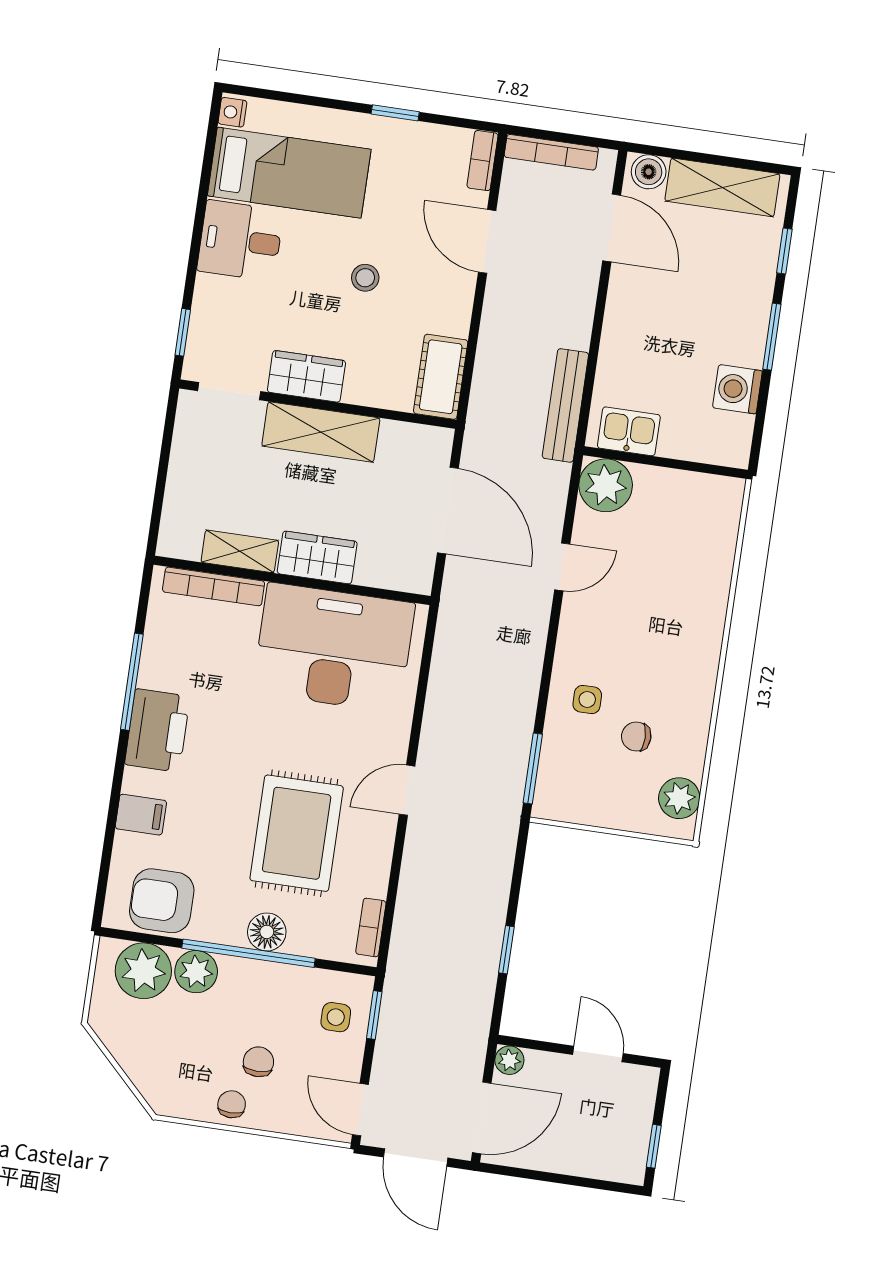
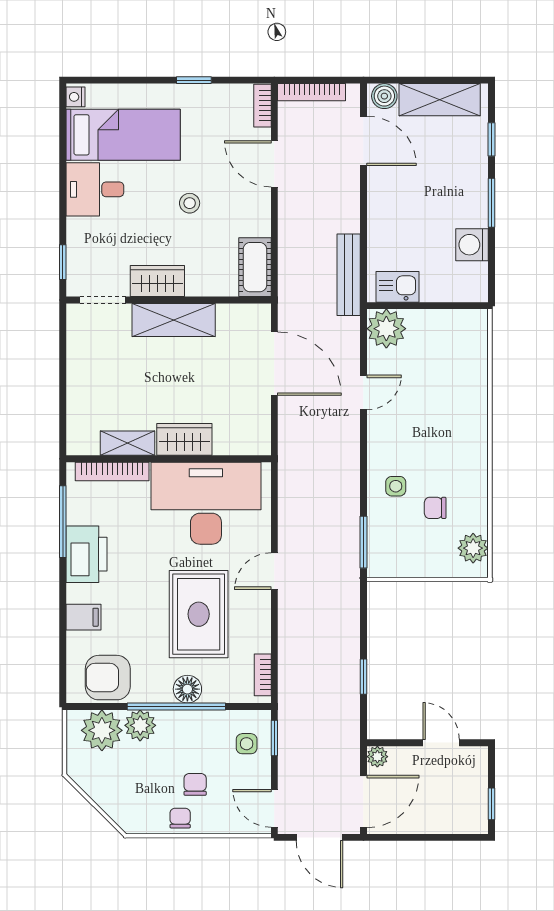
shelving: (240, 551) -> (127, 443), moved
wardrobe: (317, 557) -> (184, 439), moved
wall: (292, 580) -> (169, 459), moved
bookcase: (214, 586) -> (112, 471), moved
desk: (334, 648) -> (206, 503), moved

